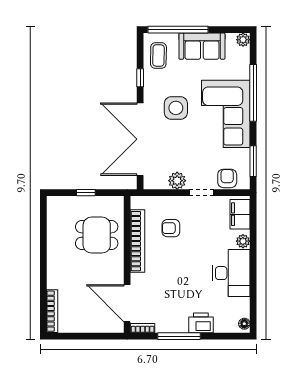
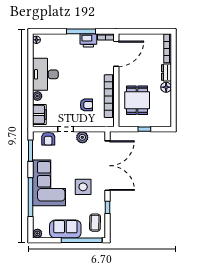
dining table: (97, 235) -> (137, 100), turned 90
floor lamp: (54, 254) -> (166, 87), added
dresser: (54, 276) -> (166, 73), added
door: (127, 303) -> (116, 54), hinge flipped
printer: (201, 323) -> (88, 40), moved

